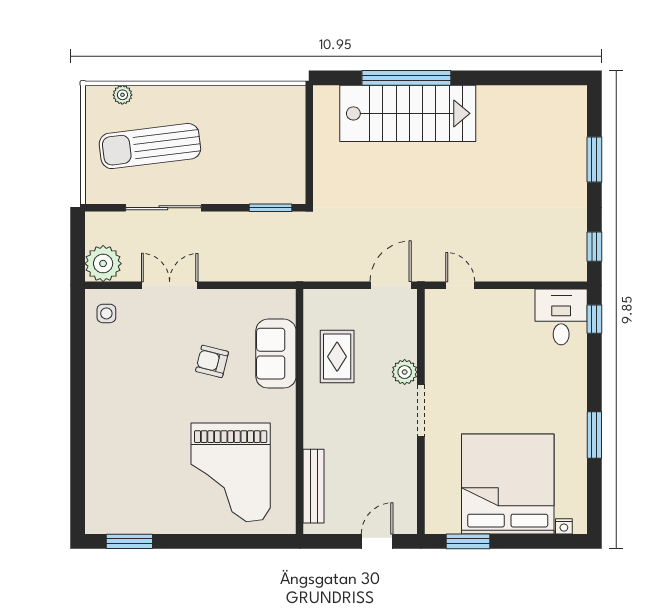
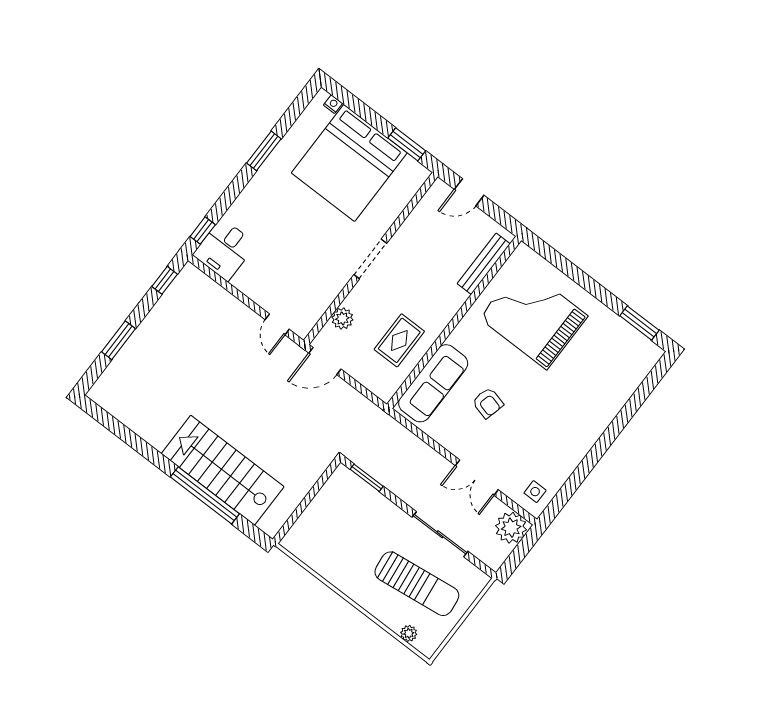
sofa: (276, 354) -> (433, 383), width x1.36
plant: (405, 372) -> (342, 318), moved
grand piano: (231, 472) -> (533, 317), turned -90

